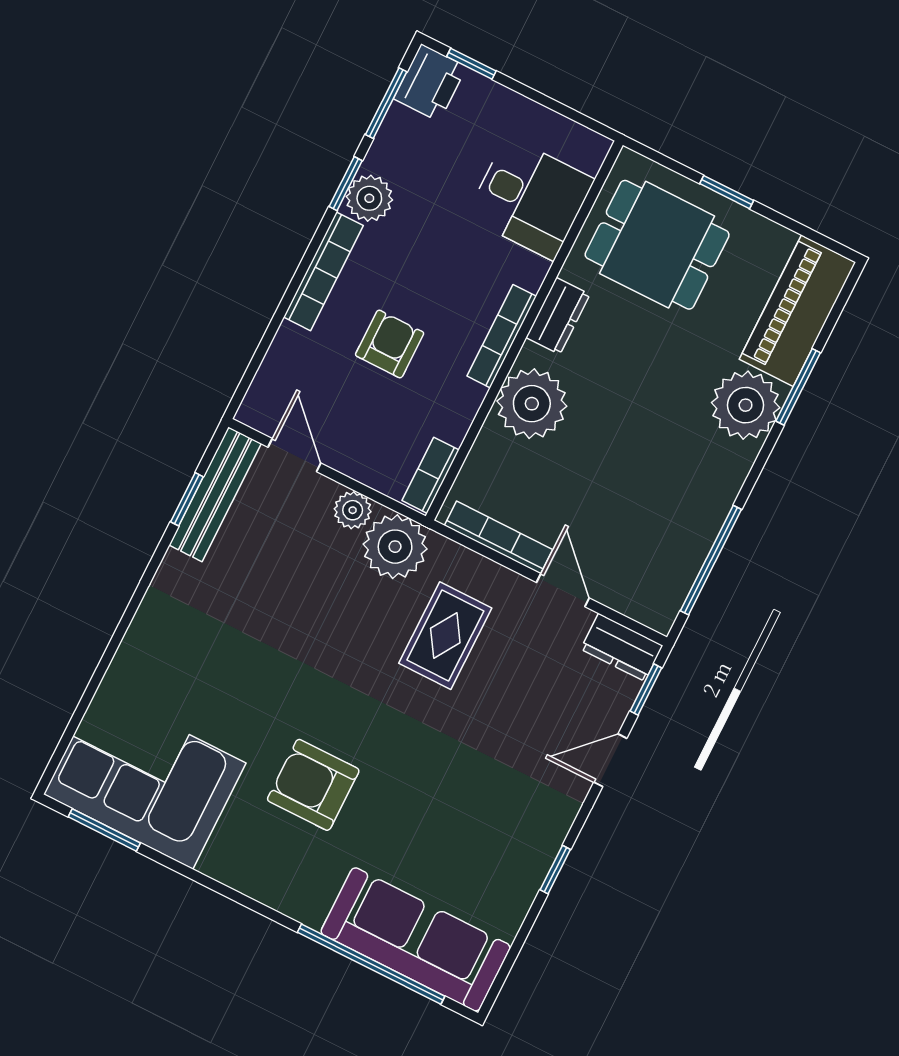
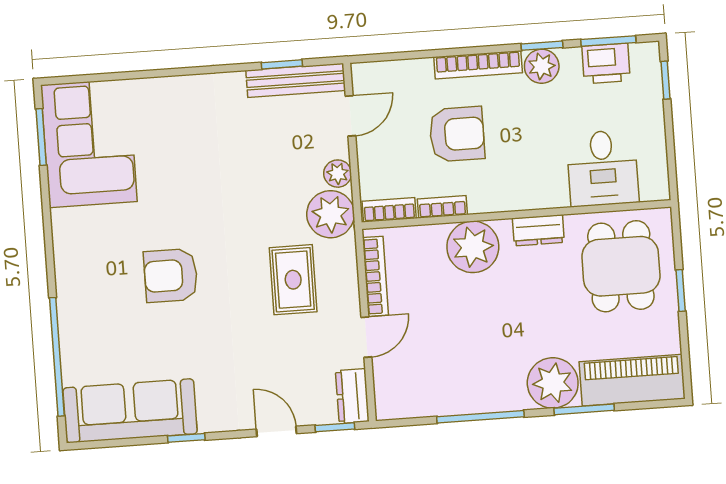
printer: (430, 83) -> (606, 63), moved
bookcase: (502, 336) -> (442, 207), moved, width x0.64
armchair: (390, 344) -> (457, 134), width x1.38, depth x1.38
window: (711, 560) -> (480, 417), moved
rug: (445, 636) -> (293, 280), turned 90
armchair: (313, 785) -> (171, 275), moved, turned -90
sofa: (416, 939) -> (130, 411), moved, turned -90

